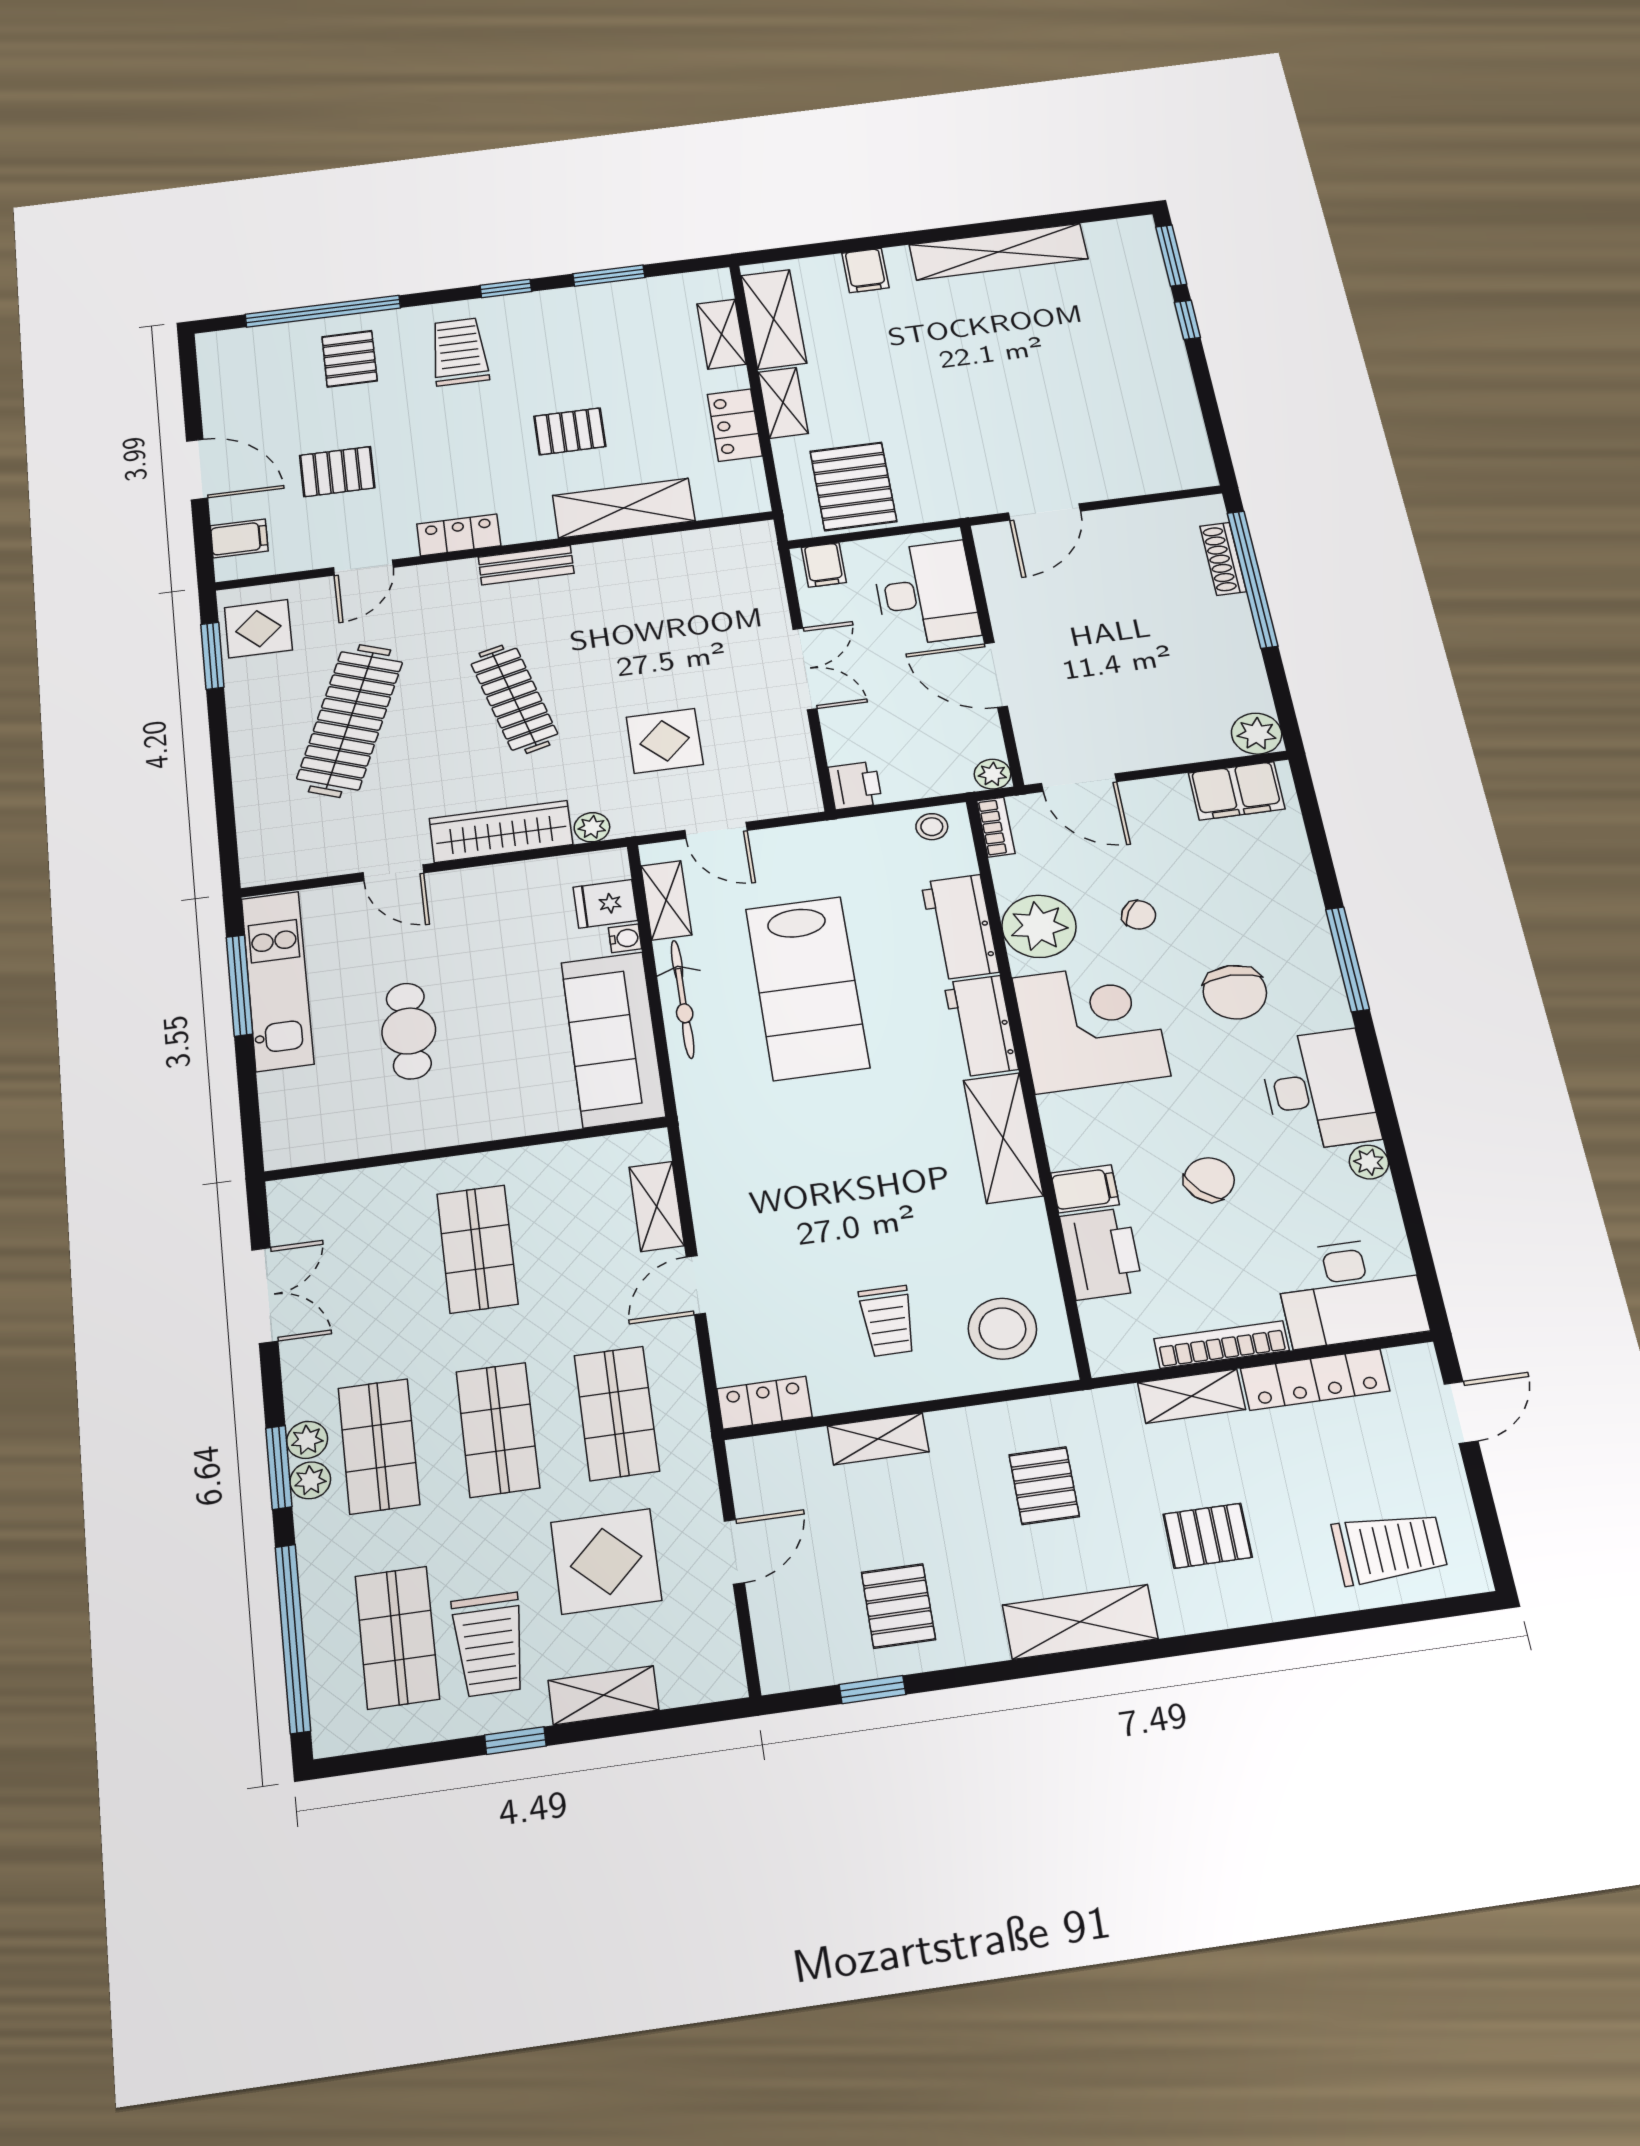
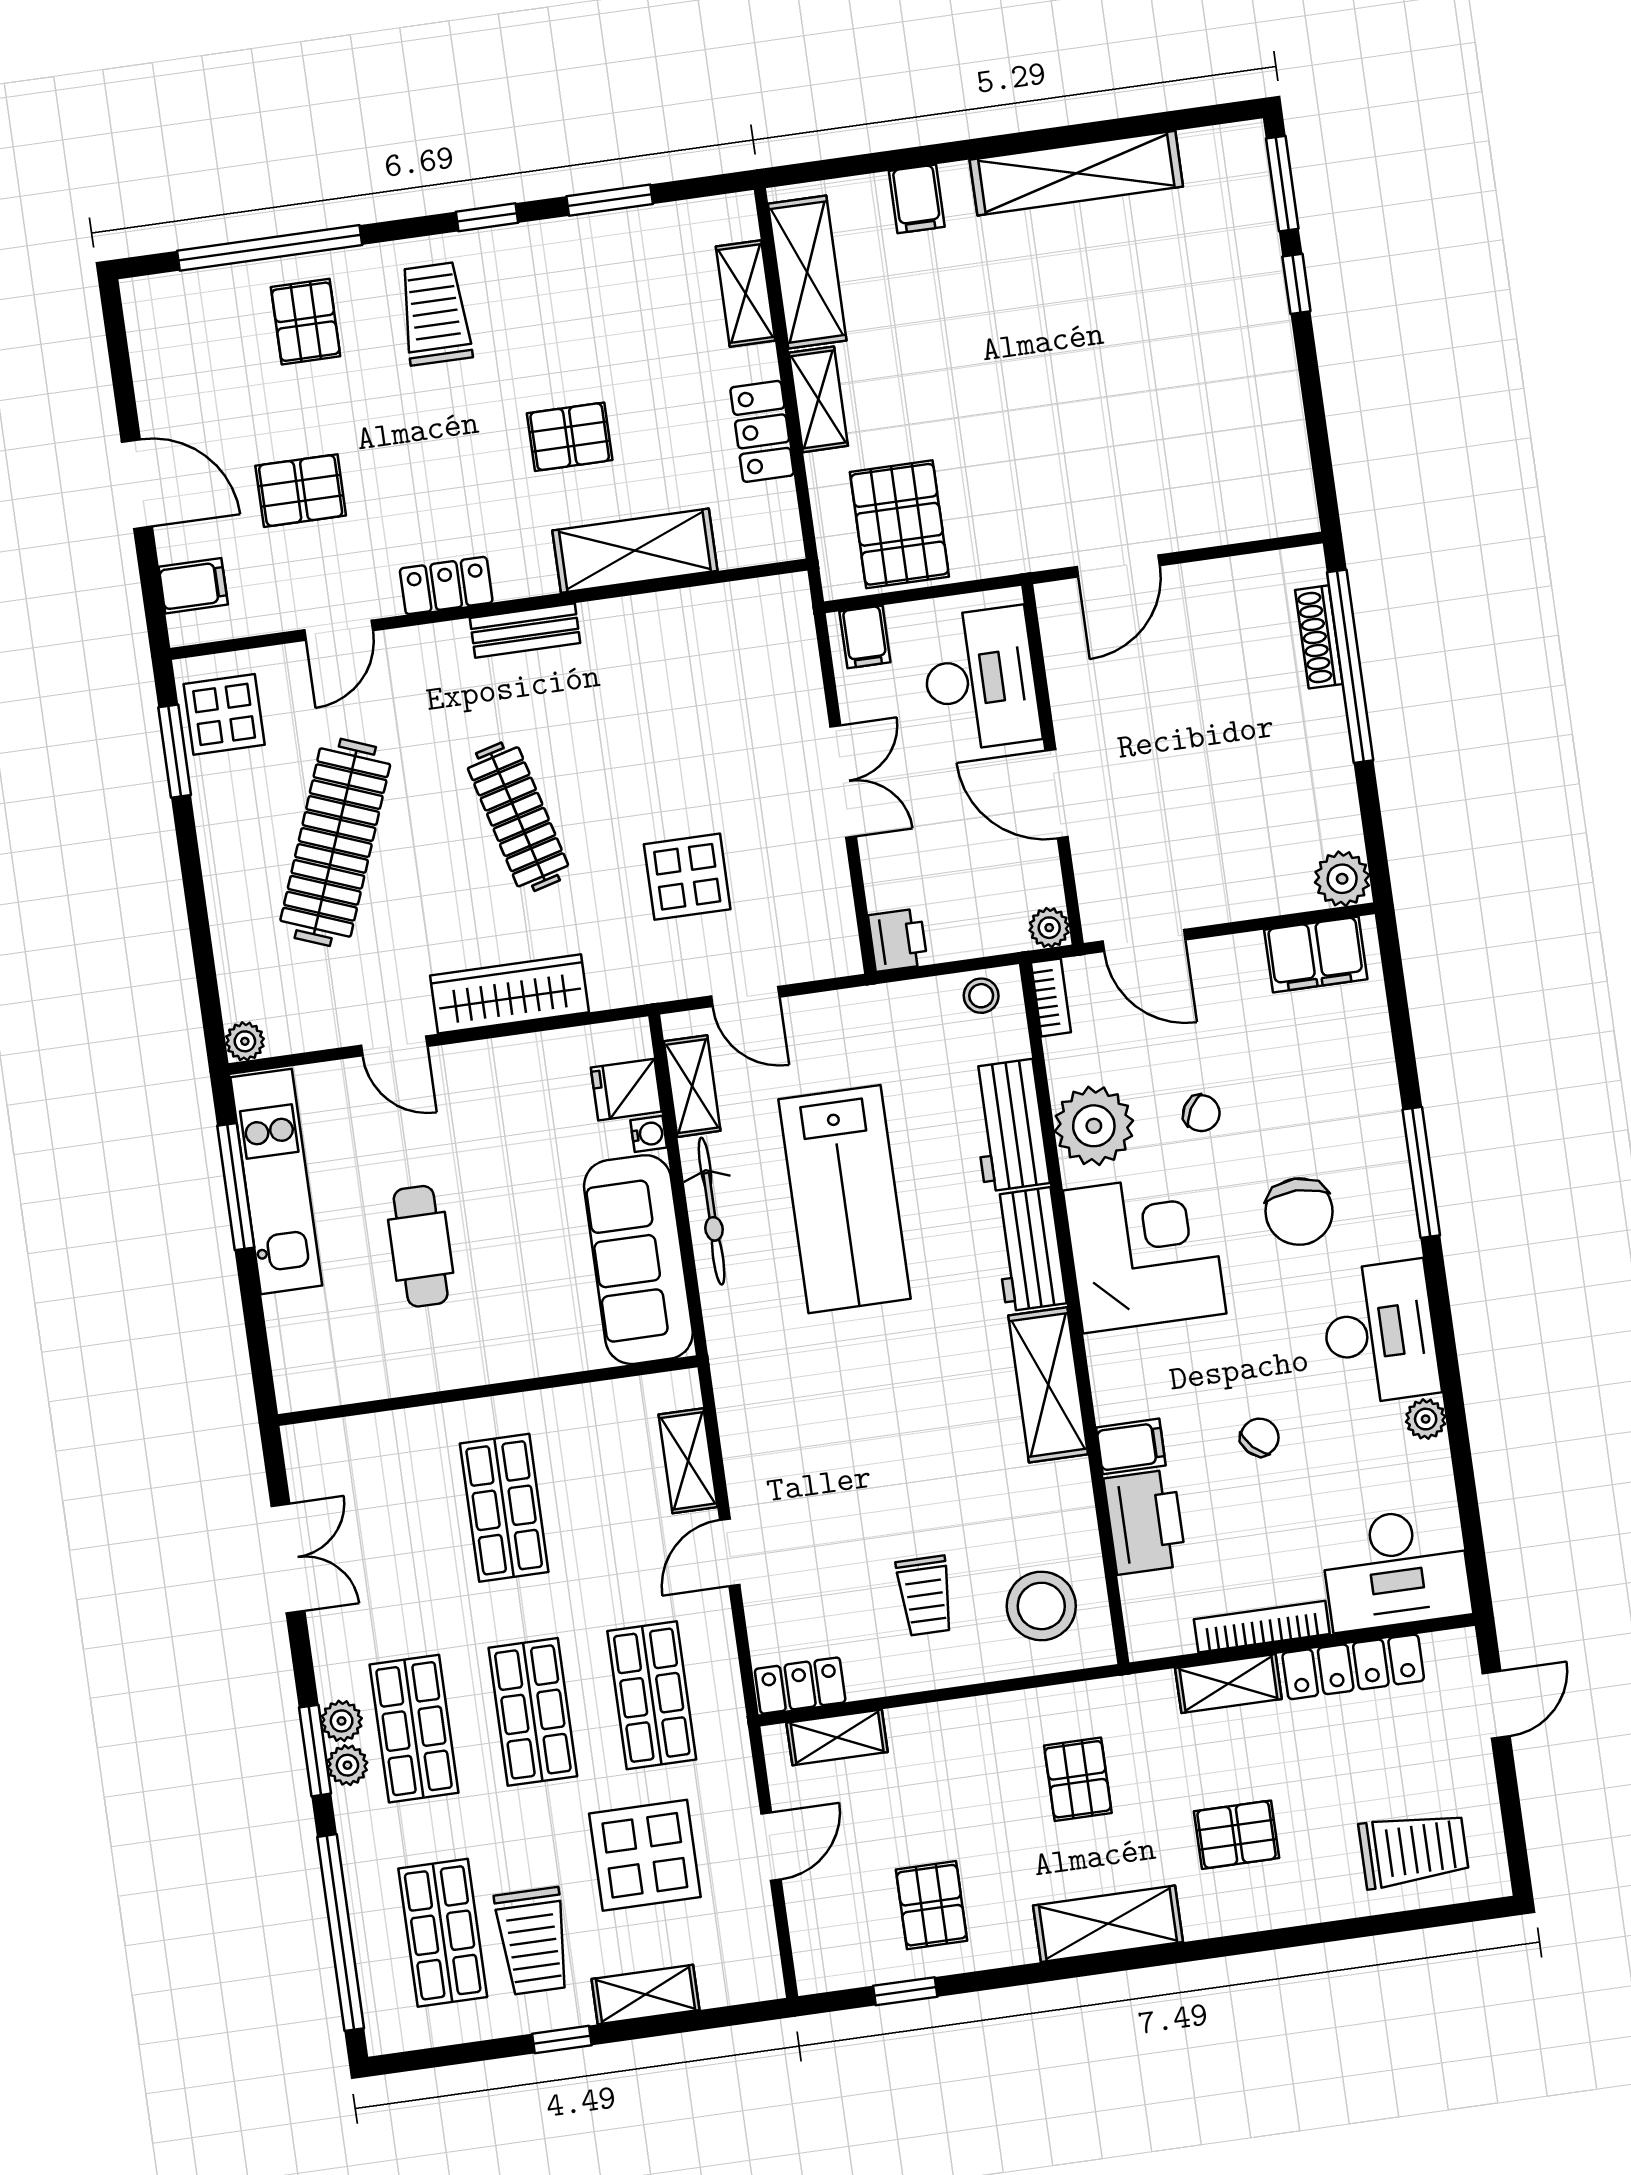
plant: (592, 827) -> (245, 1041), moved
chair: (1209, 1179) -> (1260, 1437), width x0.73, depth x0.73
shelving: (878, 1439) -> (837, 1737), moved

